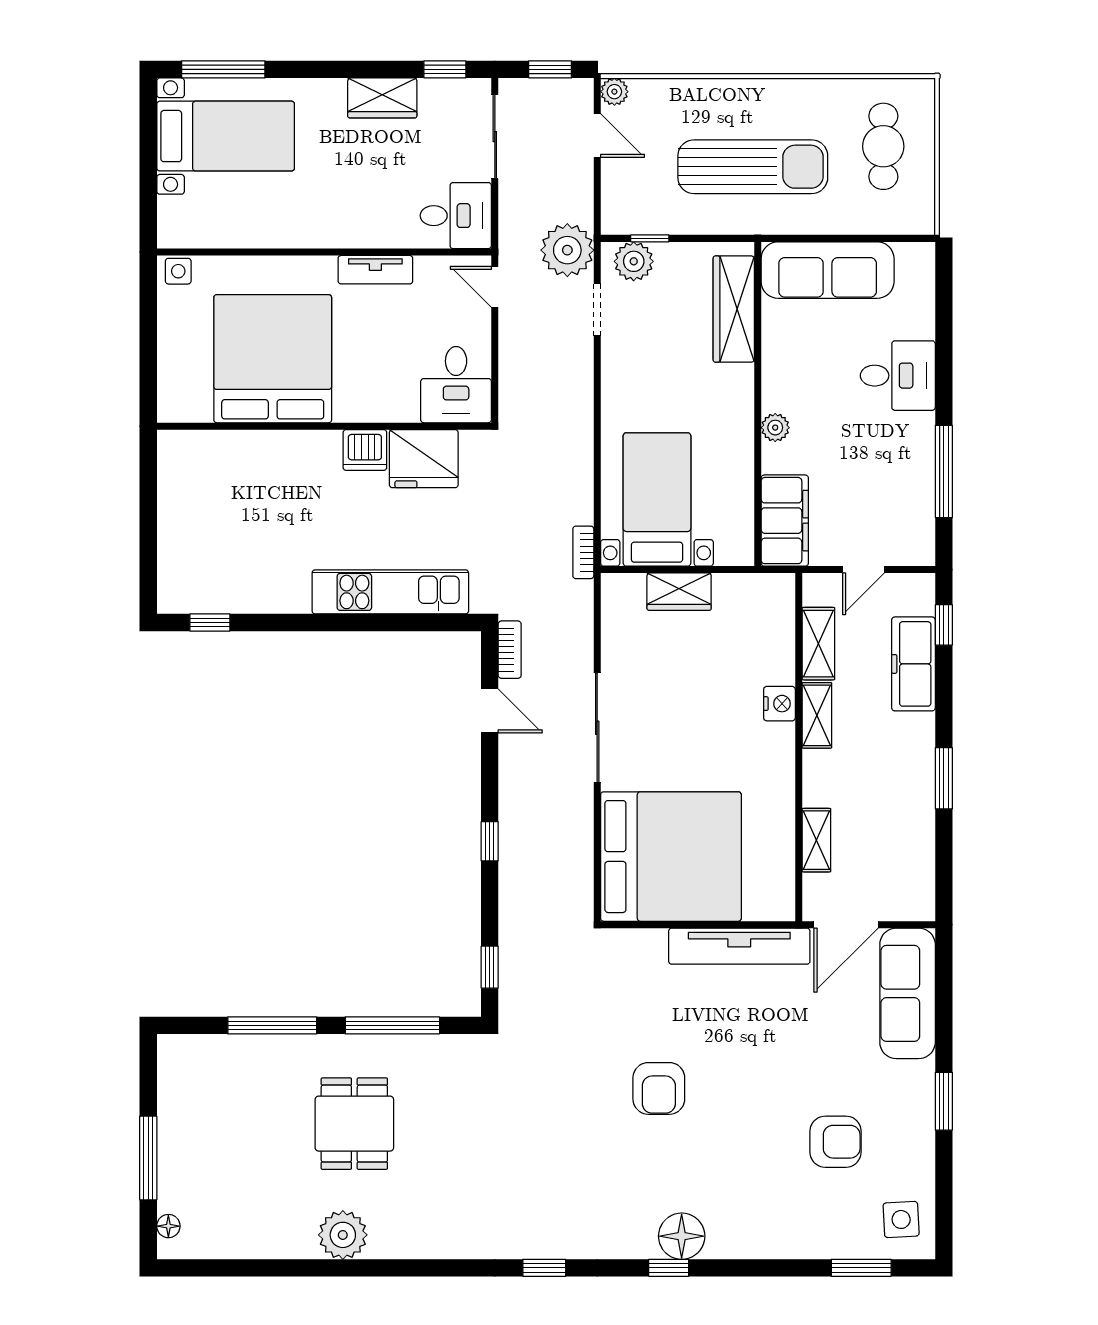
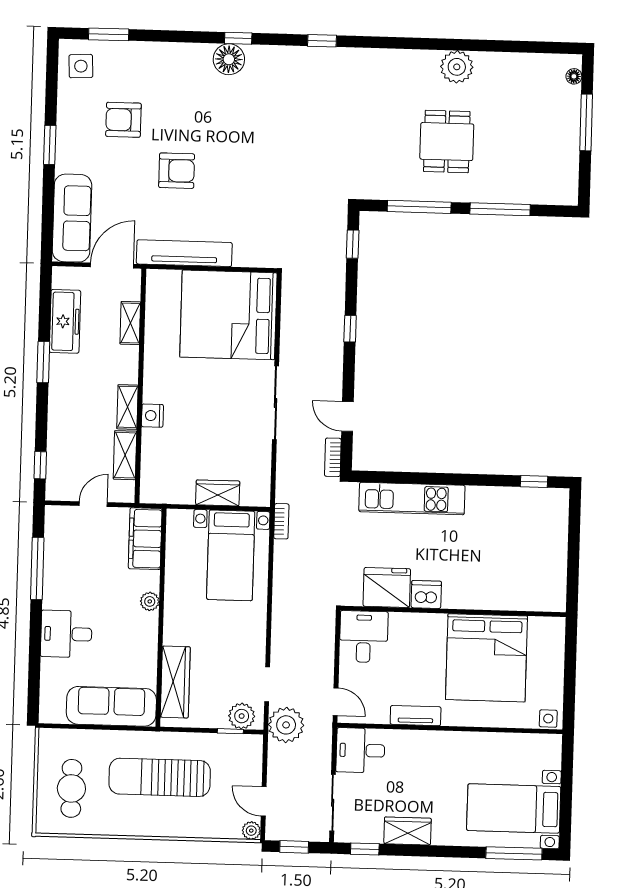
freezer: (913, 664) -> (65, 321), moved
armchair: (659, 1088) -> (177, 171), moved, turned 90

